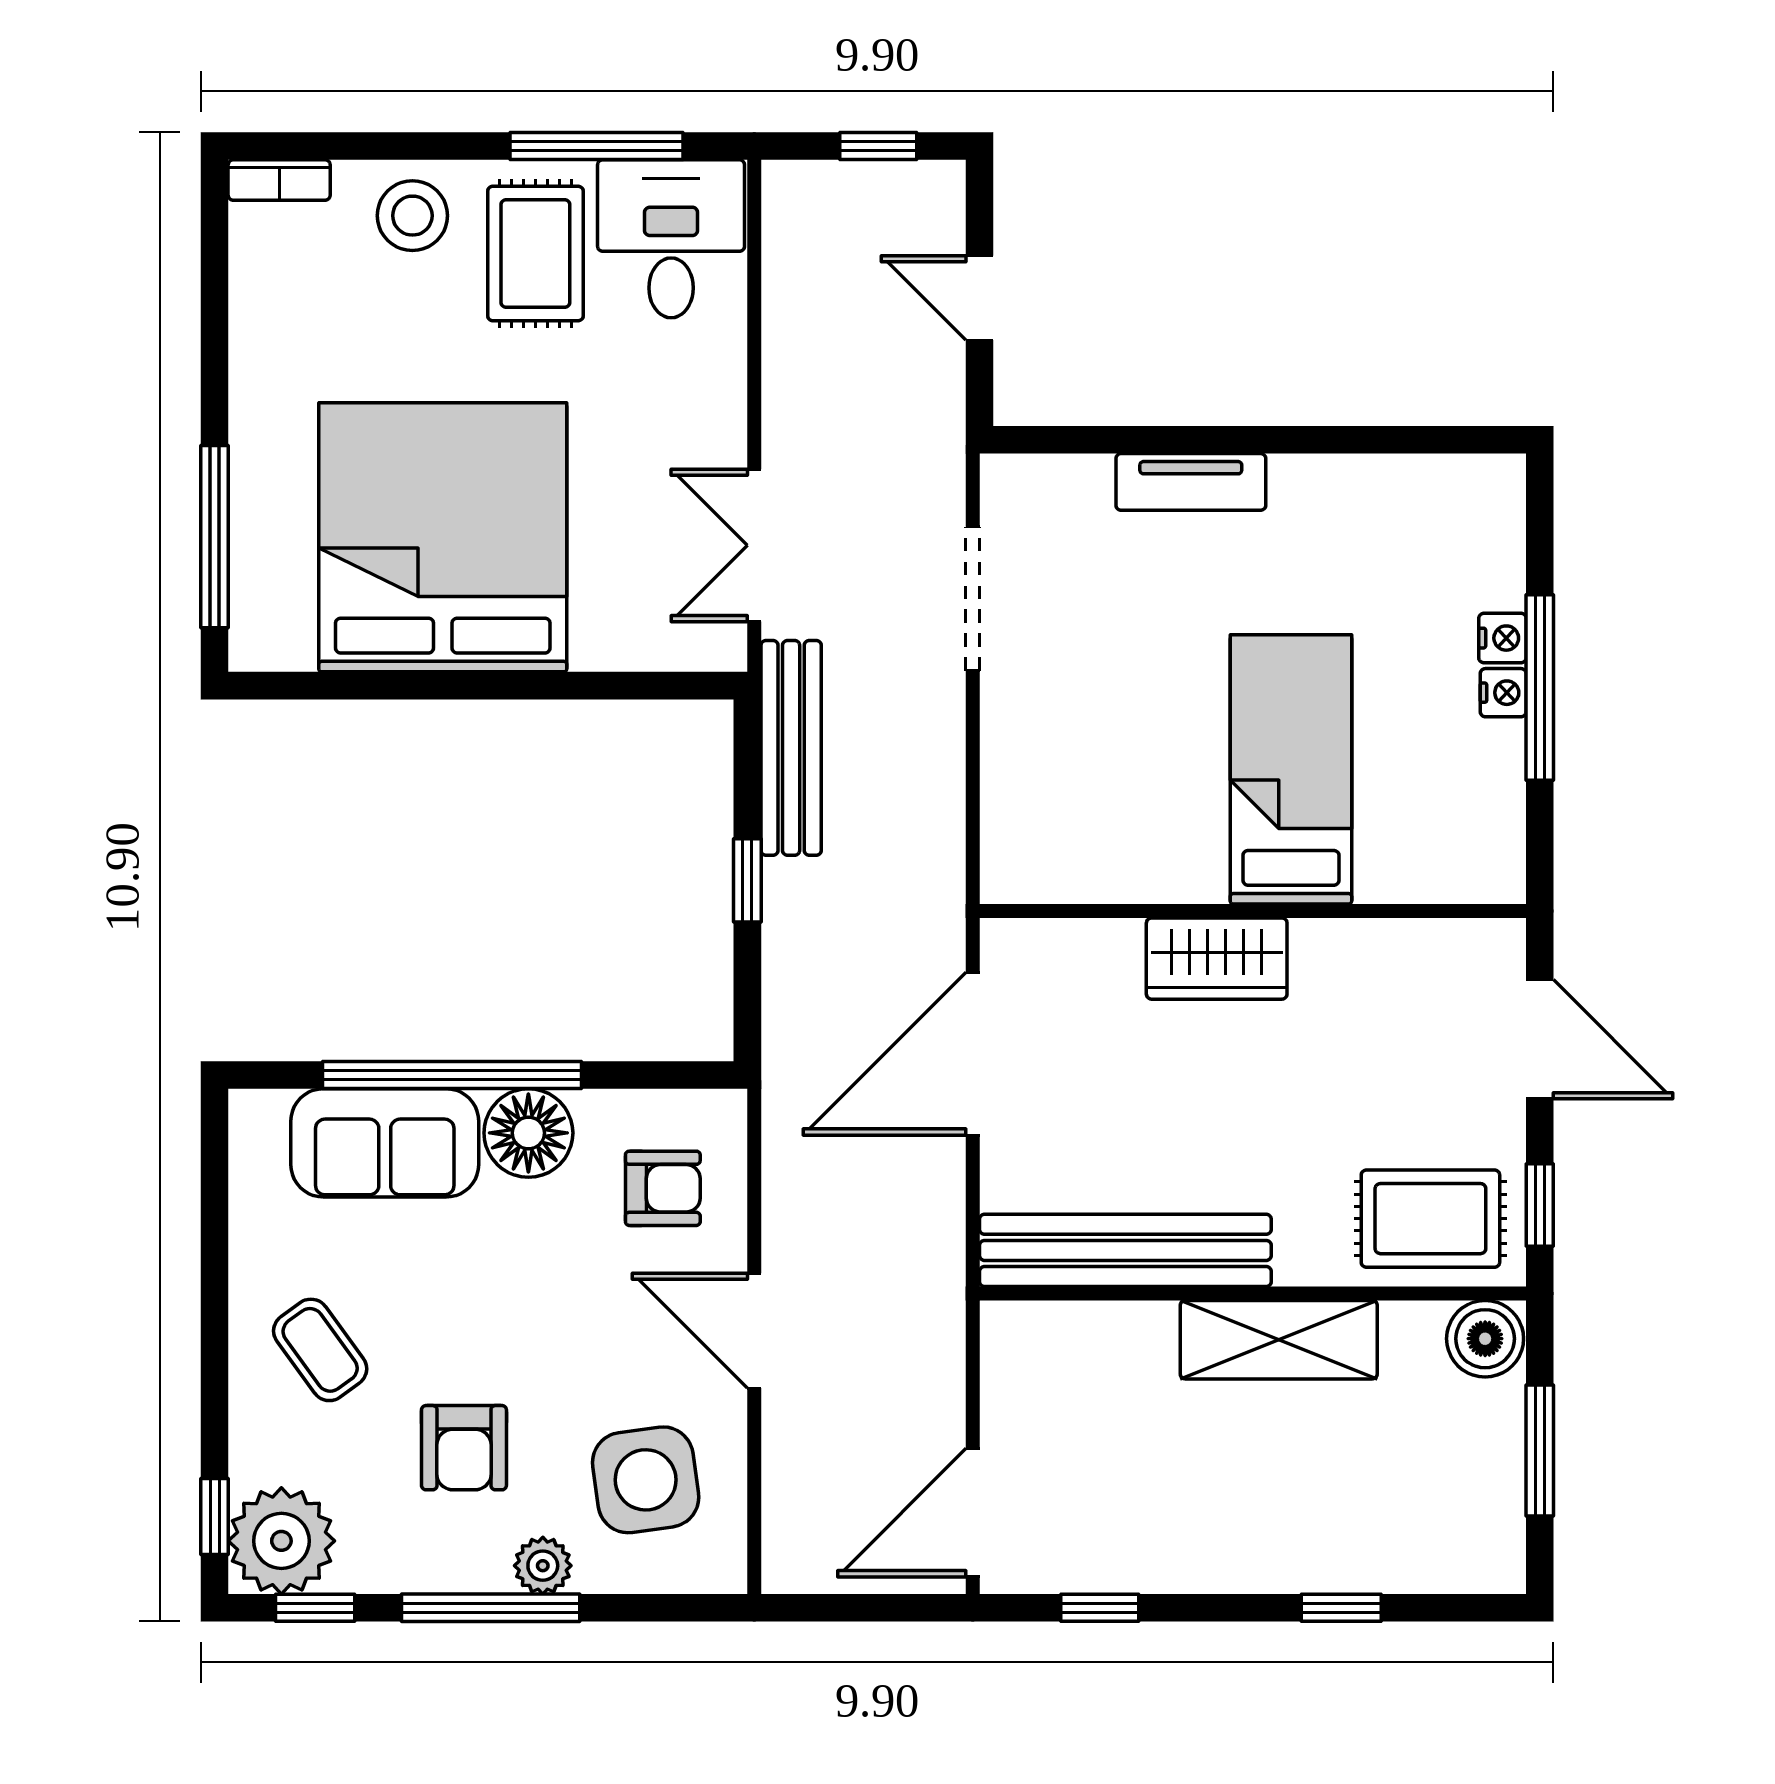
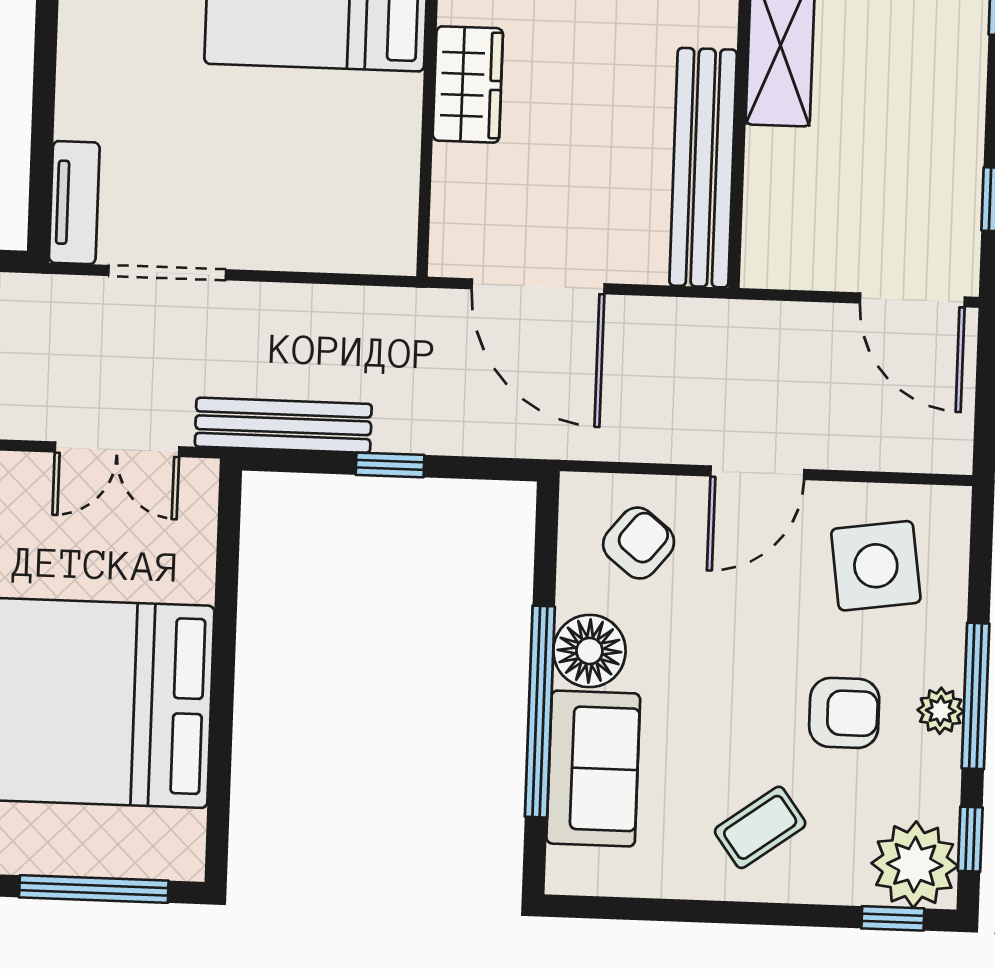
tv unit: (1191, 482) -> (74, 203), moved
armchair: (663, 1188) -> (639, 543), turned 39
plant: (543, 1566) -> (941, 711), moved

